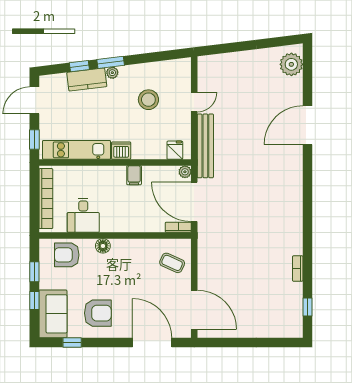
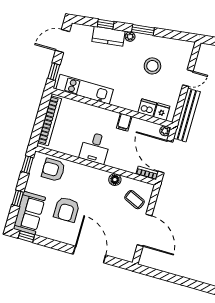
window: (111, 62) -> (143, 30), moved
dishwasher: (121, 151) -> (147, 108), moved
desk: (83, 215) -> (95, 148), moved
floor lamp: (103, 246) -> (115, 180), moved
window: (34, 272) -> (27, 165), moved
door: (194, 310) -> (145, 230), moved
armchair: (98, 313) -> (67, 209), moved, turned 90
window: (72, 343) -> (26, 237), moved
door: (152, 343) -> (89, 255), moved

